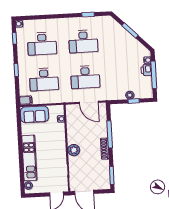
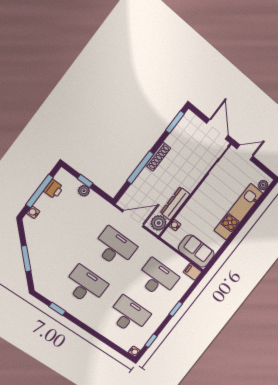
printer: (146, 70) -> (54, 189), moved
door: (89, 102) -> (133, 219), hinge flipped
dresser: (72, 131) -> (175, 203), added
plant: (74, 150) -> (159, 223), moved

